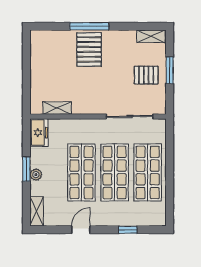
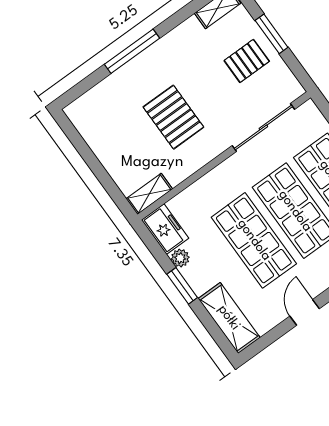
pallet: (89, 49) -> (173, 117), moved
shelving: (57, 108) -> (149, 194), moved
plant: (36, 175) -> (180, 258), moved
shelving: (37, 211) -> (229, 318), width x1.50, depth x1.33

